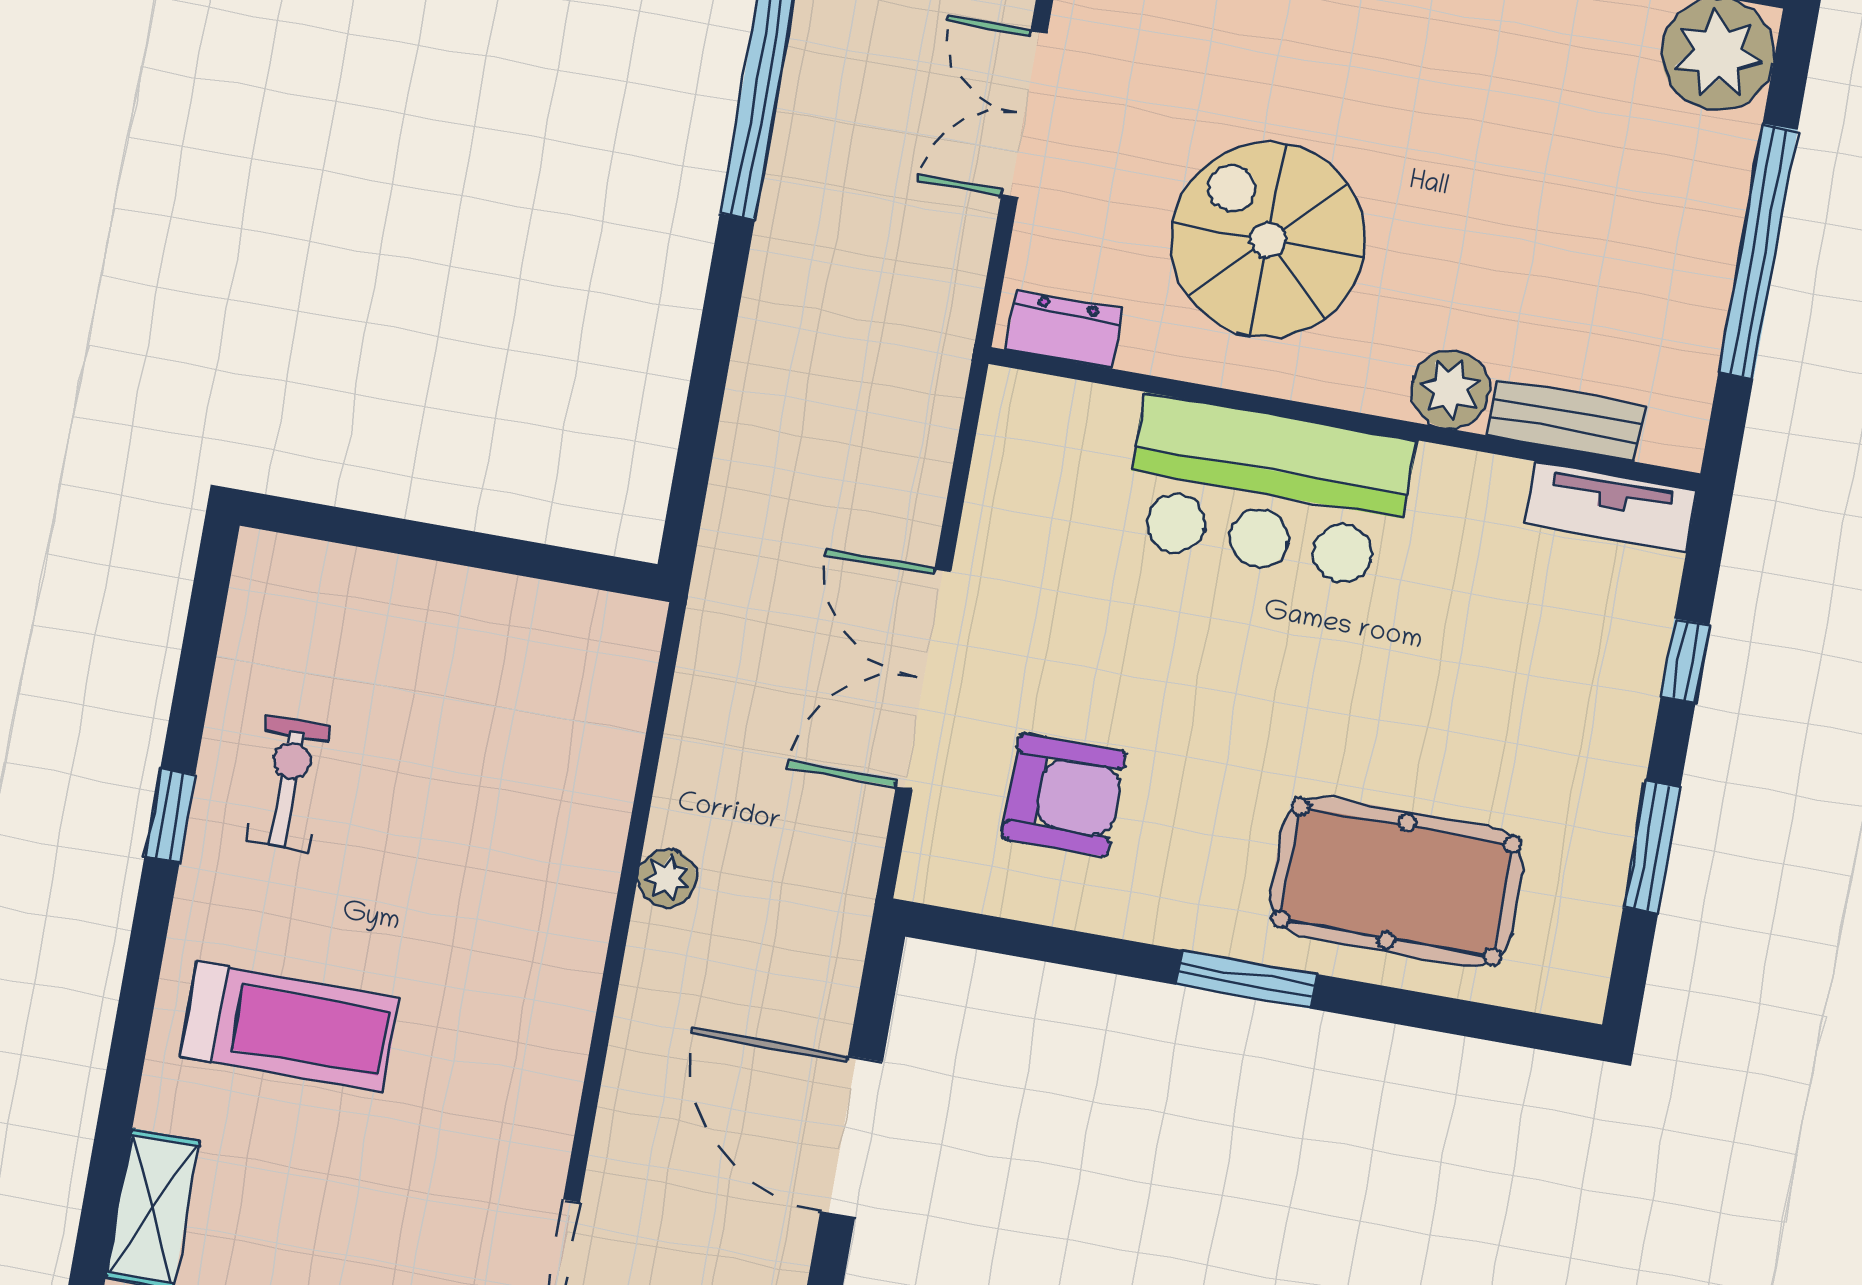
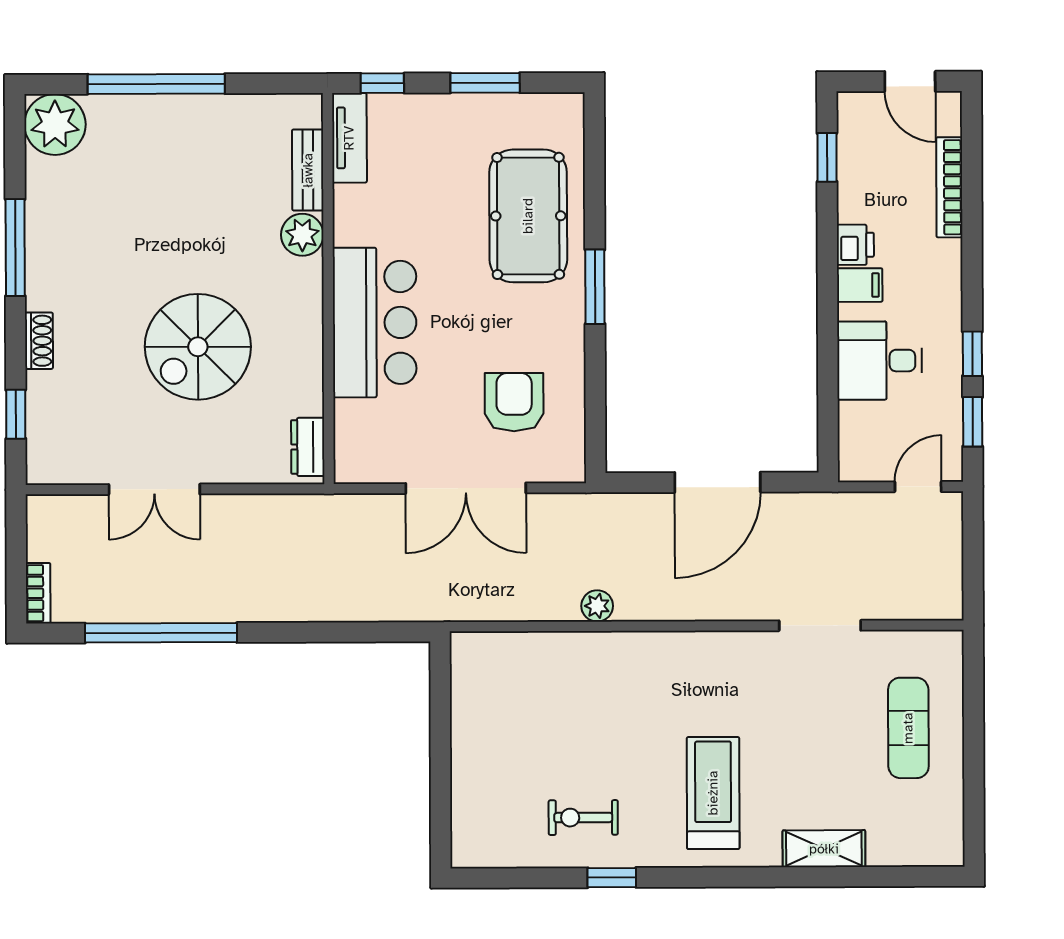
dresser: (1064, 329) -> (308, 447), moved
plant: (1450, 389) -> (302, 235), moved
wall: (1344, 419) -> (328, 289), moved
bench: (1566, 420) -> (308, 170), moved
bar counter: (1268, 491) -> (375, 322), moved
tv unit: (1610, 507) -> (349, 138), moved

